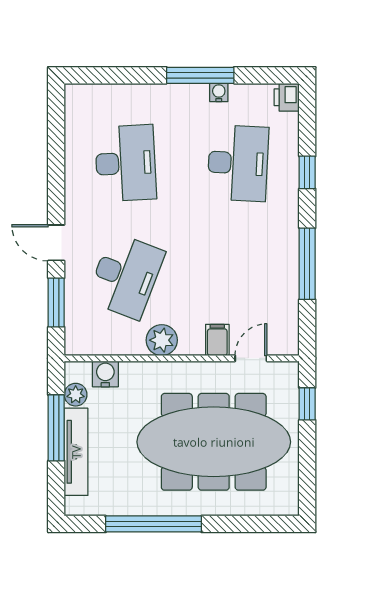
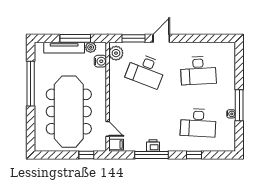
printer: (287, 97) -> (153, 145), moved
plant: (162, 340) -> (116, 53), moved
filing cabinet: (217, 340) -> (116, 144), moved

